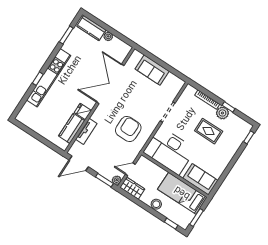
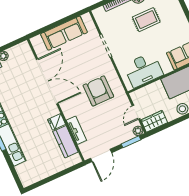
sofa: (152, 70) -> (64, 33), width x1.36
double door: (110, 84) -> (47, 81), swing flipped
desk: (169, 151) -> (143, 70), width x0.73, depth x0.77

